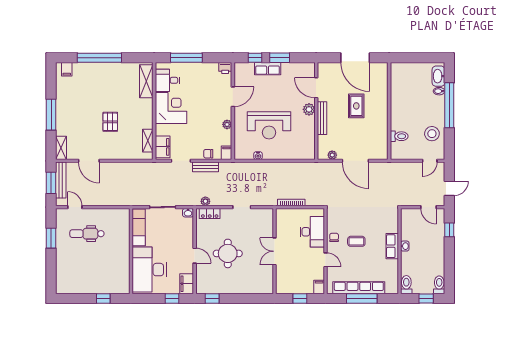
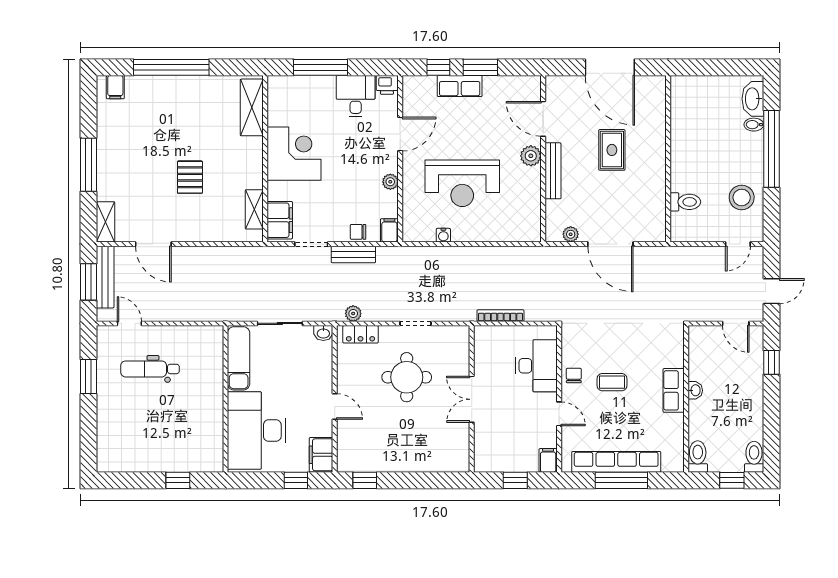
desk: (167, 80) -> (356, 96), moved, turned 90
round table: (228, 253) -> (407, 377), moved

